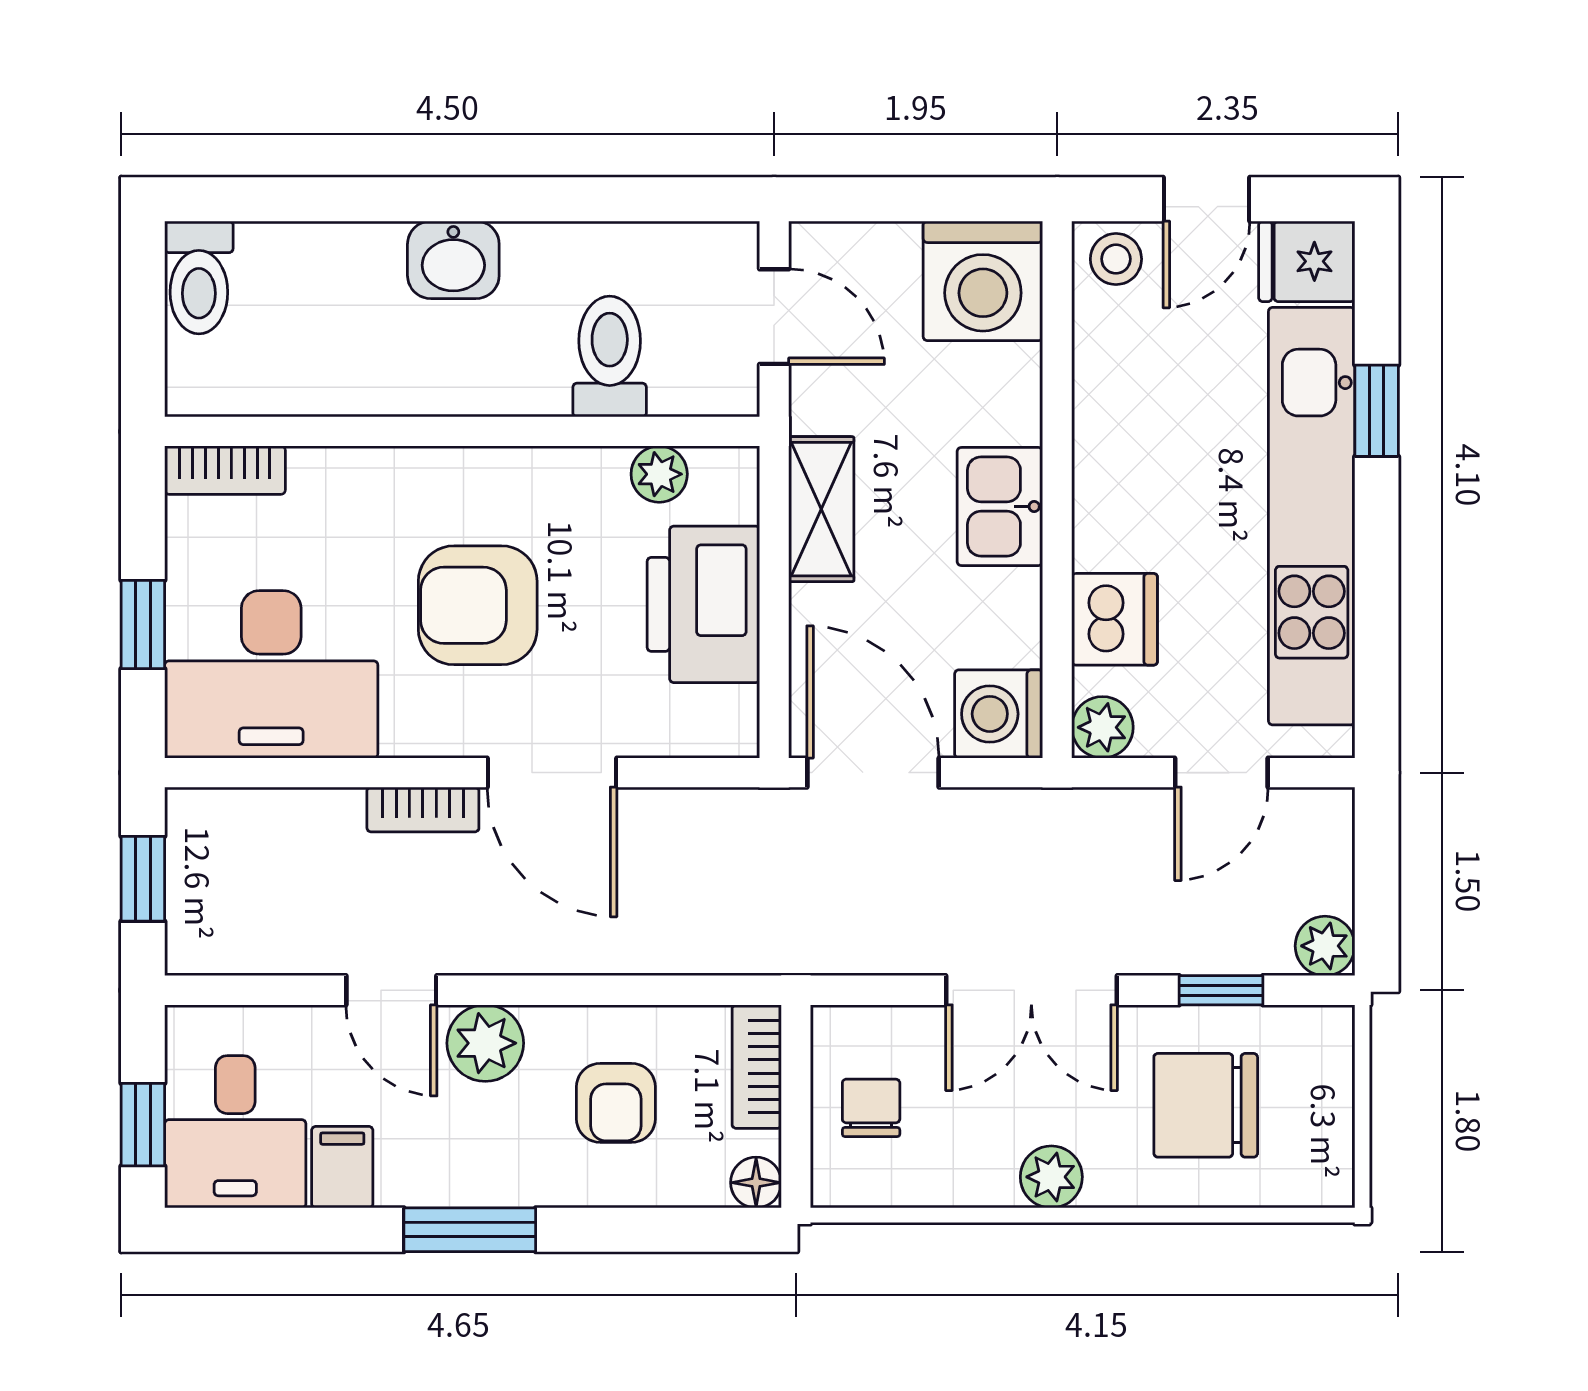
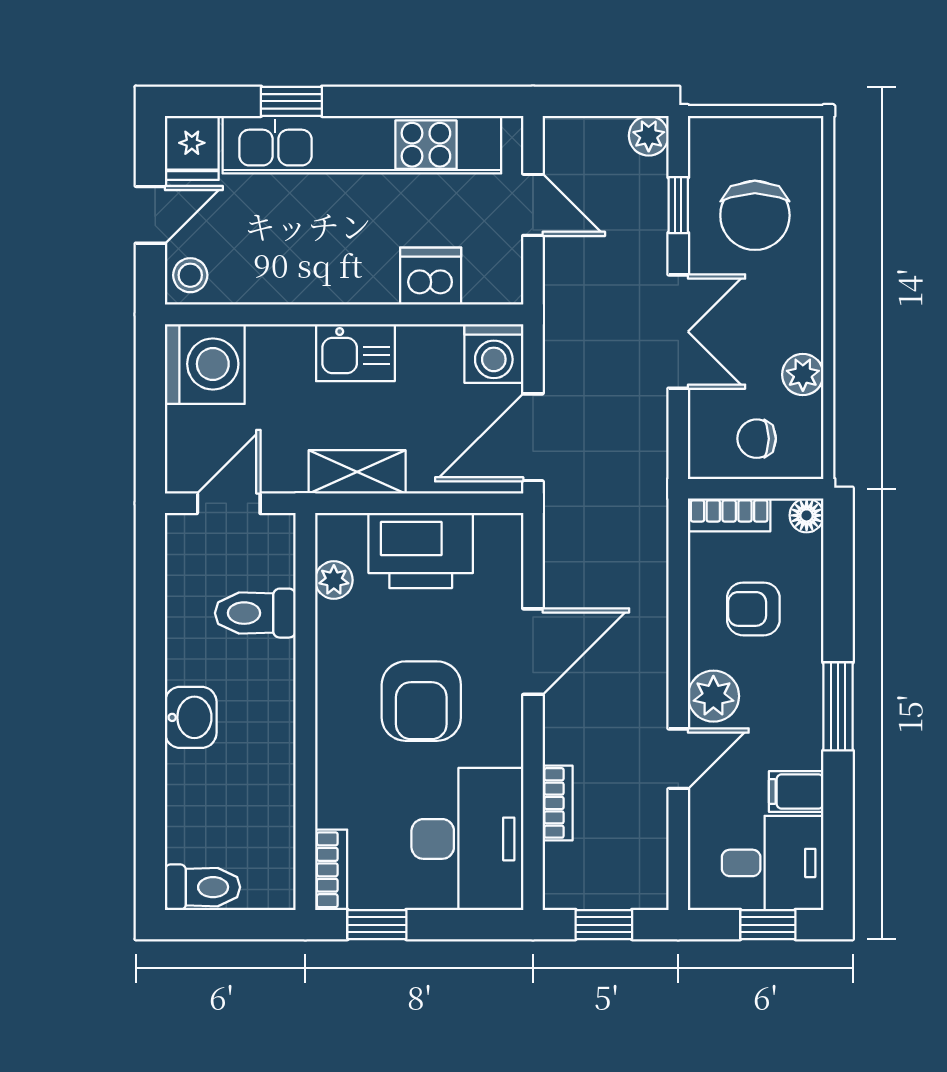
door: (1206, 199) -> (150, 215), hinge flipped
window: (143, 624) -> (377, 925), moved
plant: (1102, 727) -> (503, 284), removed
bookcase: (423, 809) -> (558, 803), moved
armchair: (616, 1103) -> (753, 609), turned 180
plant: (1051, 1177) -> (803, 375), moved

